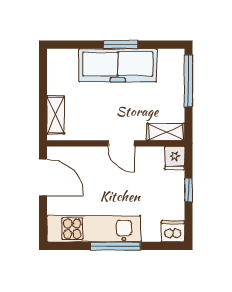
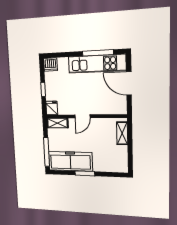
freezer: (118, 65) -> (70, 161), moved
door: (121, 143) -> (82, 116), swing flipped
door: (43, 177) -> (129, 83), moved
window: (115, 246) -> (98, 53), moved

